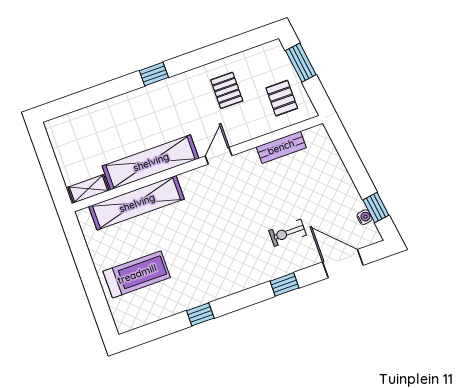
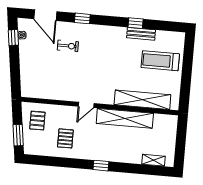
bench: (281, 147) -> (141, 34), moved
shelving: (88, 189) -> (153, 160), moved

